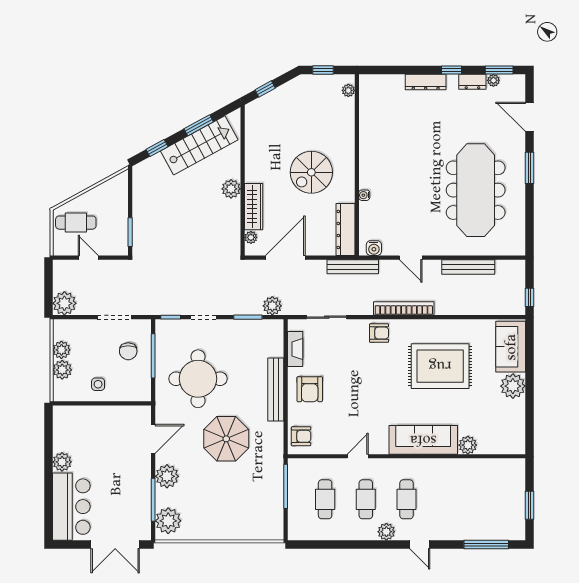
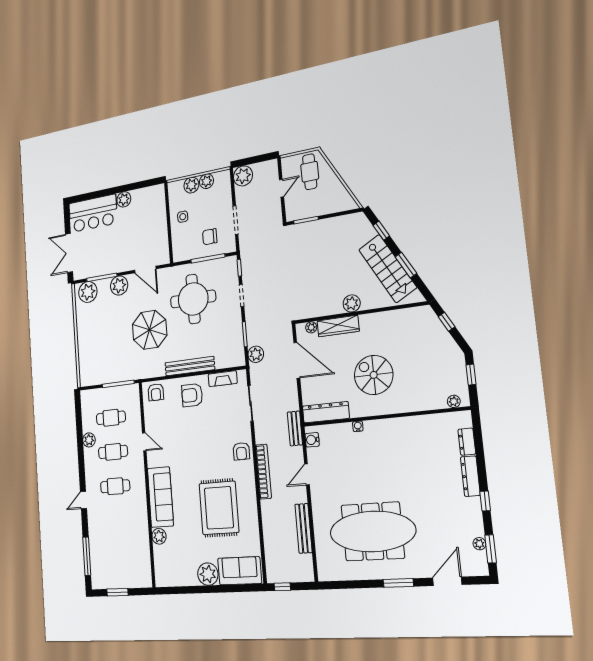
dresser: (472, 82) -> (467, 442), moved
bench: (353, 267) -> (295, 428), width x0.73
plant: (386, 532) -> (89, 440), moved

